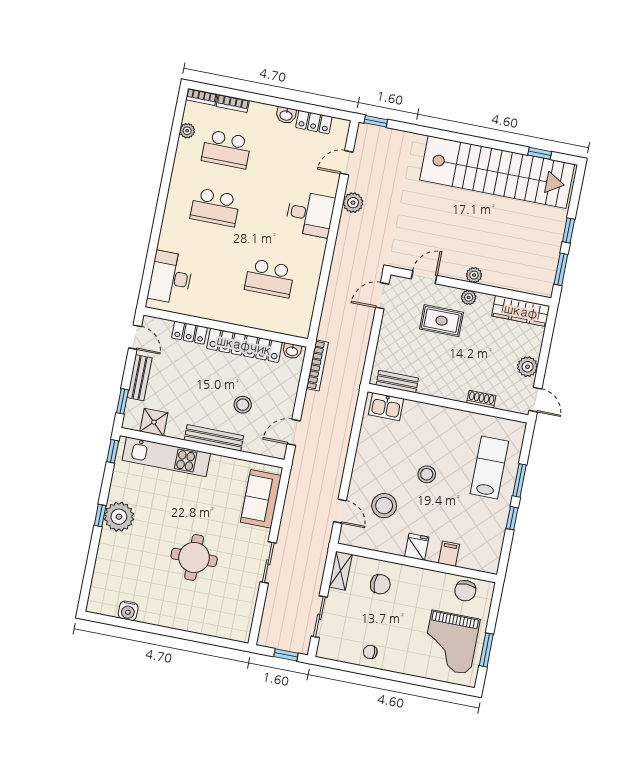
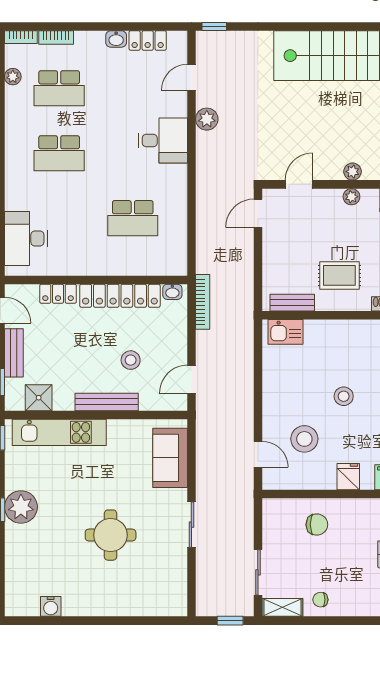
rug: (442, 321) -> (339, 275), moved
shelving: (341, 571) -> (282, 607), moved, turned 90

